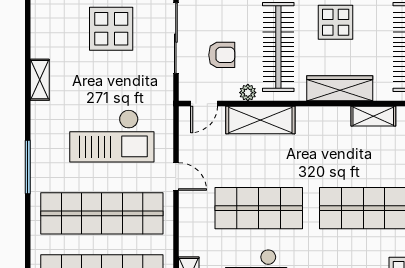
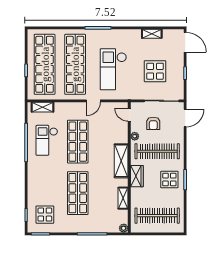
display table: (111, 29) -> (155, 71), moved
shelving: (40, 80) -> (152, 34), moved
wardrobe: (340, 88) -> (137, 176), width x0.67
shelving: (260, 120) -> (121, 161), moved

